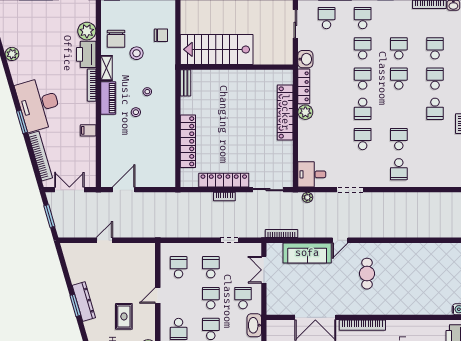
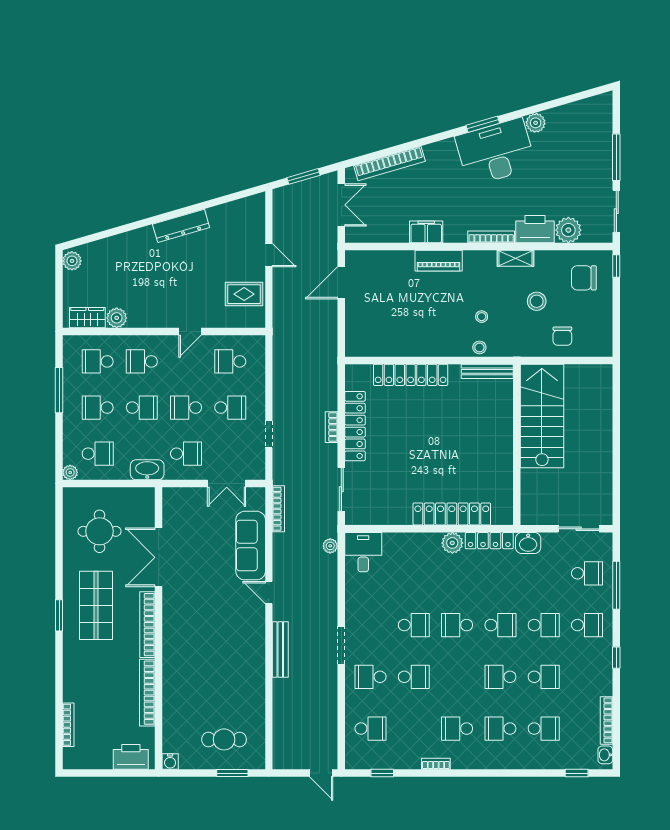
chair: (116, 39) -> (584, 278), moved
school desk: (399, 79) -> (500, 677), turned 180
school desk: (435, 79) -> (500, 729), turned 180
bench: (186, 83) -> (487, 371), width x1.36
piano: (108, 98) -> (439, 261), moved
desk: (39, 104) -> (496, 152), moved
stool: (136, 112) -> (479, 347), moved
window: (22, 122) -> (483, 124), moved
filing cabinet: (88, 130) -> (426, 232), width x2.00
school desk: (435, 169) -> (371, 729), added
door: (124, 190) -> (341, 283), swing flipped
doorway: (350, 190) -> (341, 645), moved
bench: (380, 232) -> (280, 649), added
school desk: (179, 267) -> (230, 361), turned 180
double door: (264, 270) -> (227, 484), swing flipped
cafe table: (367, 274) -> (224, 739), moved
door: (158, 295) -> (190, 332), swing flipped
school desk: (211, 298) -> (186, 408), turned 180
window: (75, 305) -> (176, 214), removed
rug: (124, 316) -> (244, 294), moved
bookcase: (410, 325) -> (147, 693), added

